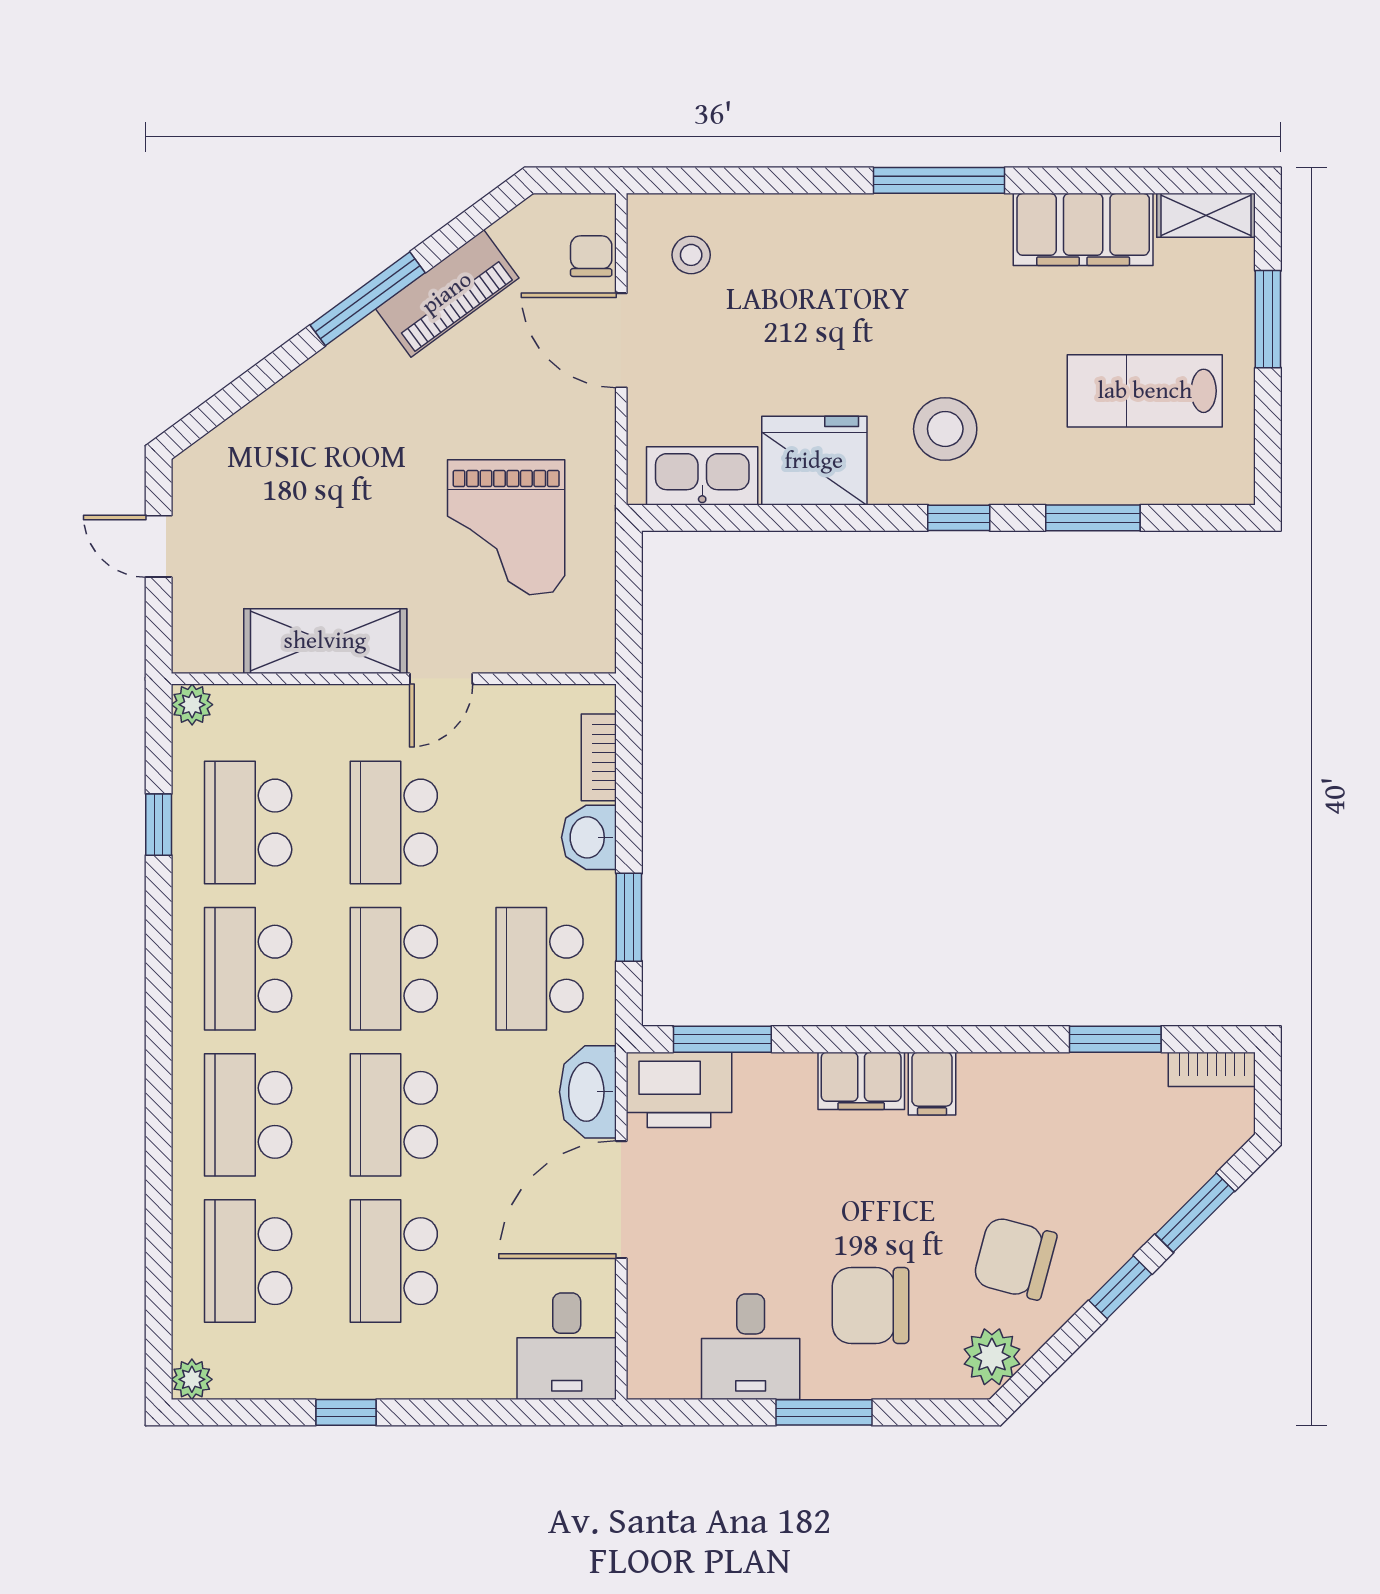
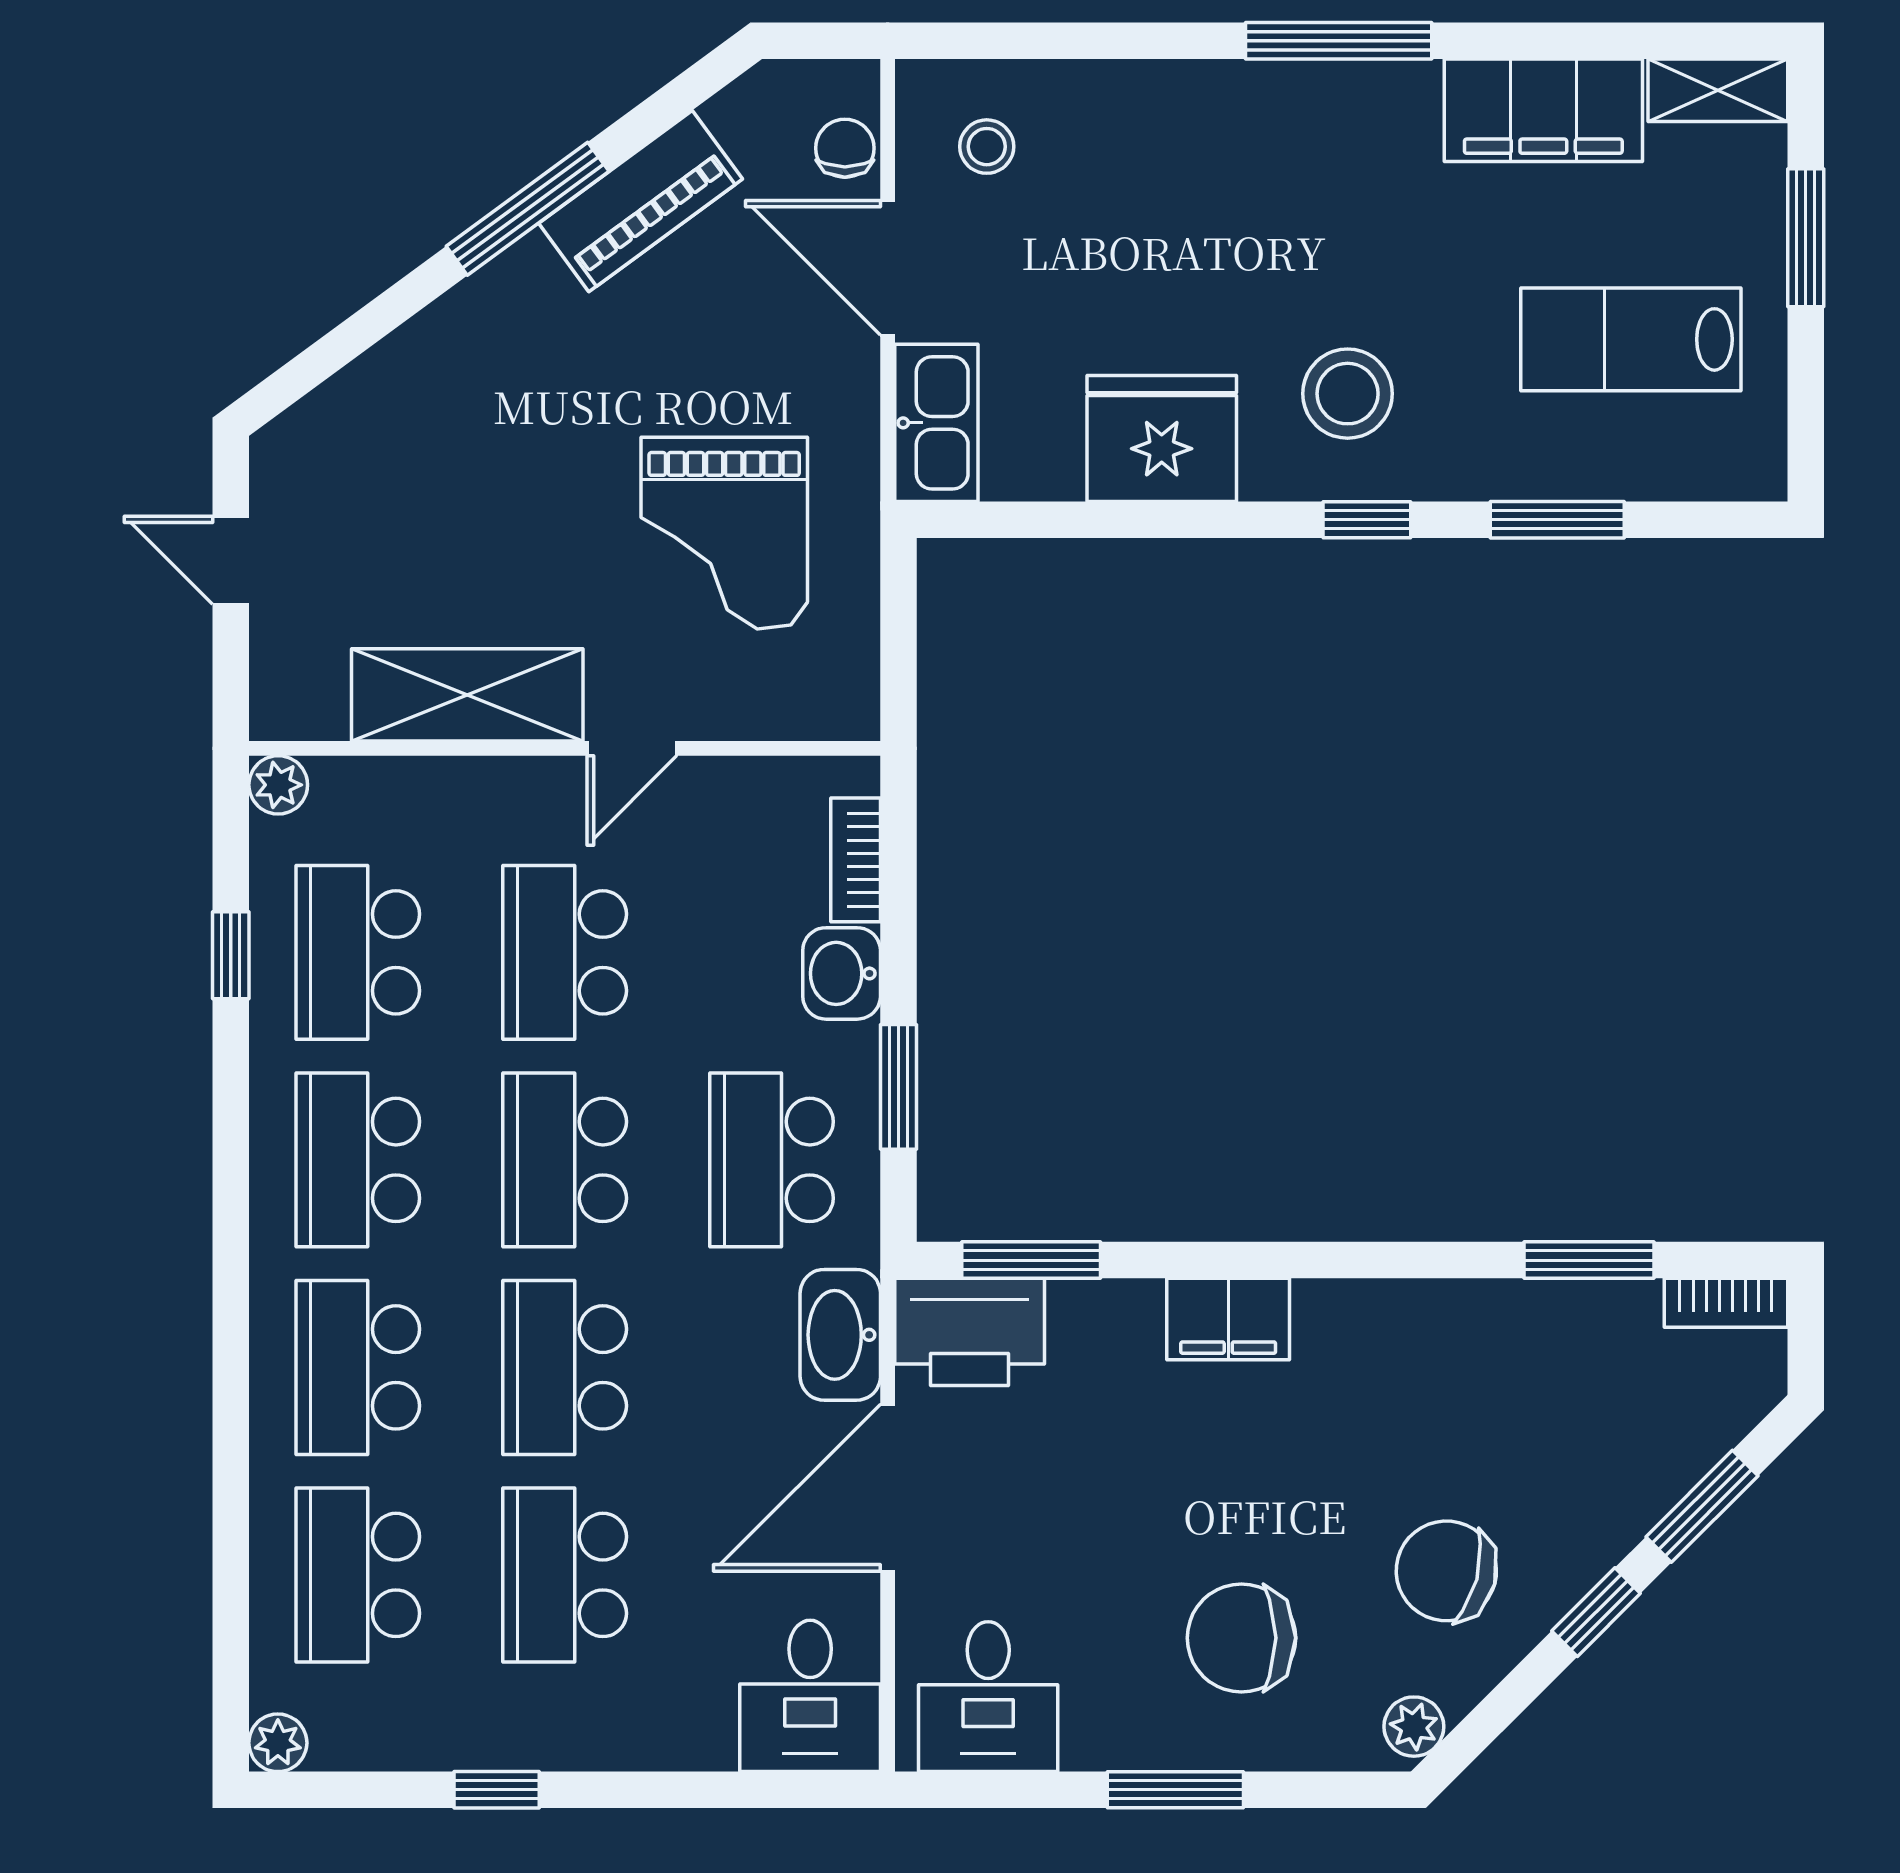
kitchen sink: (702, 476) -> (936, 423), moved, turned 90
filing cabinet: (932, 1084) -> (1329, 1323), removed
desk: (751, 1347) -> (988, 1697), moved
plant: (992, 1357) -> (1414, 1727), width x0.73, depth x0.73

